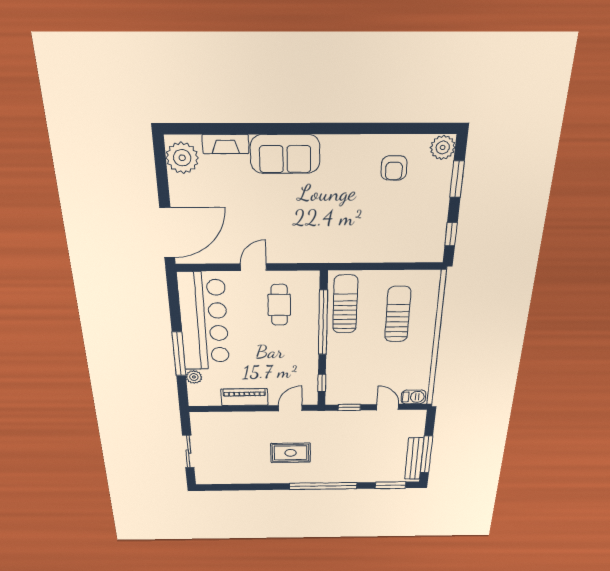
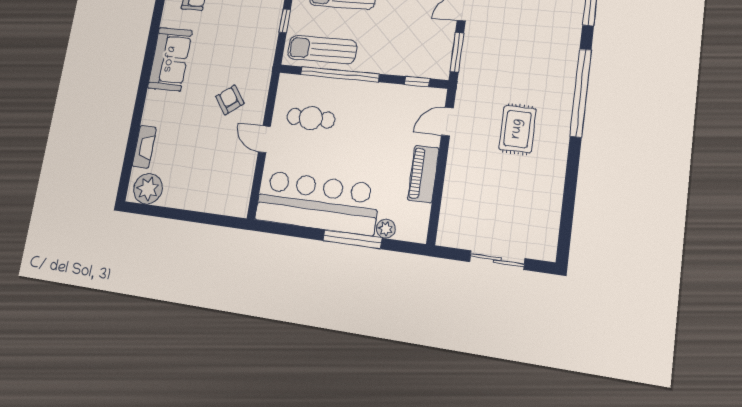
sofa: (285, 154) -> (170, 59), moved
armchair: (288, 227) -> (230, 100), added
door: (167, 233) -> (214, 219), removed
window: (372, 266) -> (285, 21), added
window: (349, 407) -> (457, 52), width x1.50
door: (290, 408) -> (447, 122), hinge flipped

